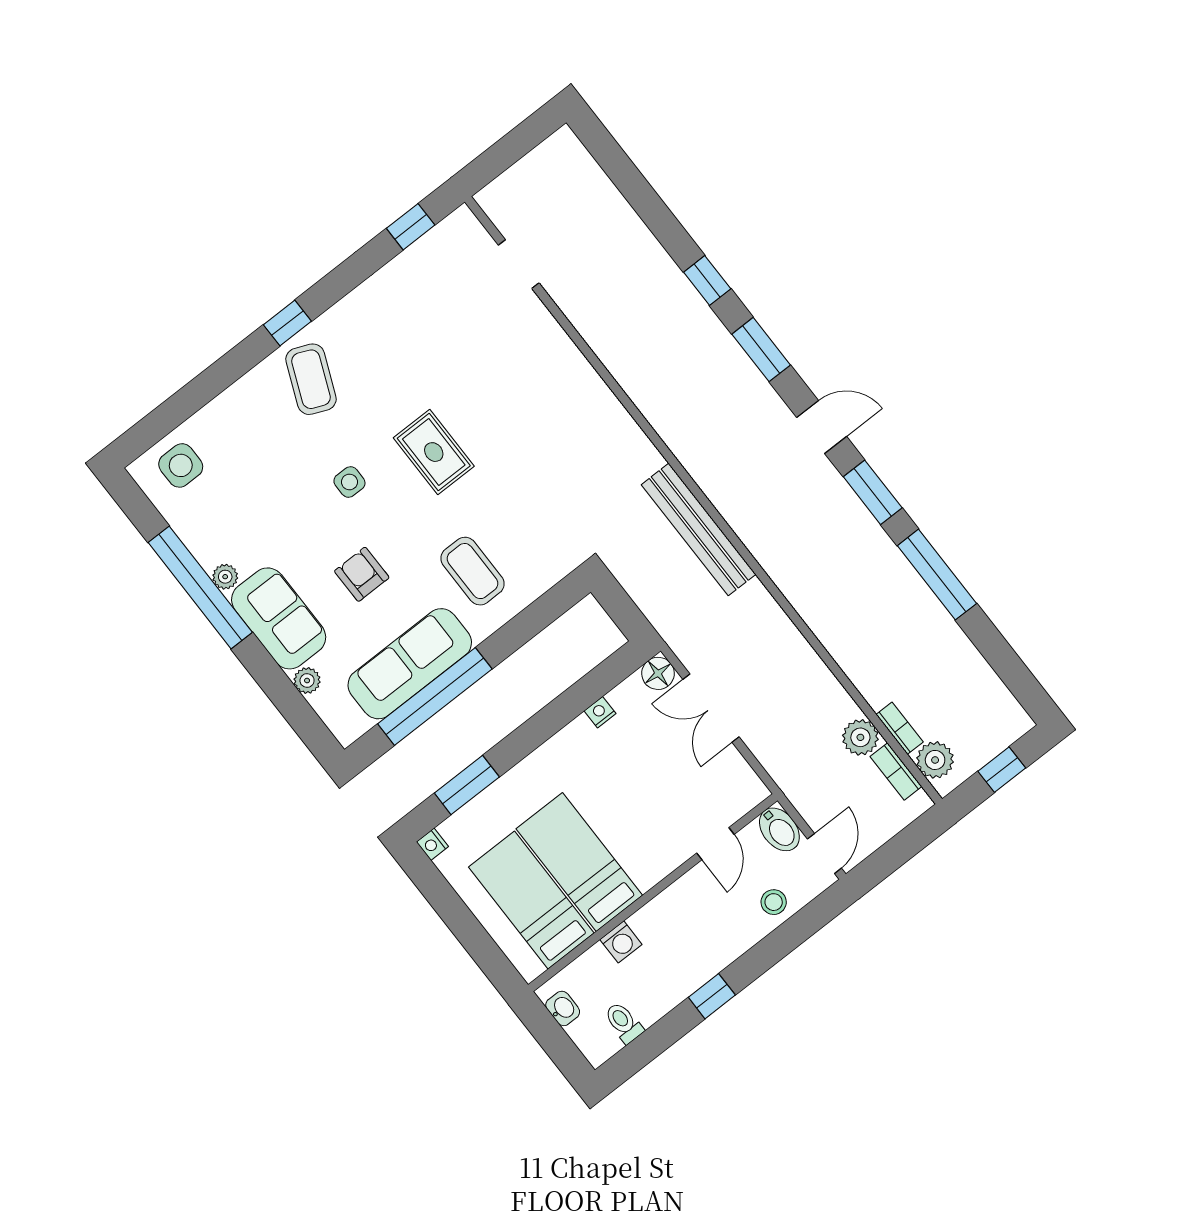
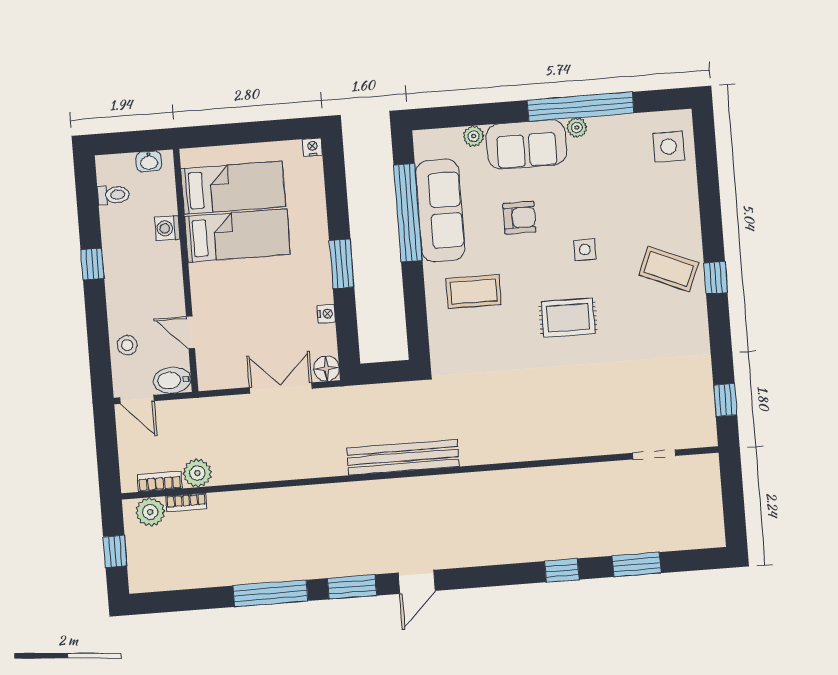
window: (761, 350) -> (637, 564), moved
window: (467, 785) -> (342, 264), moved

